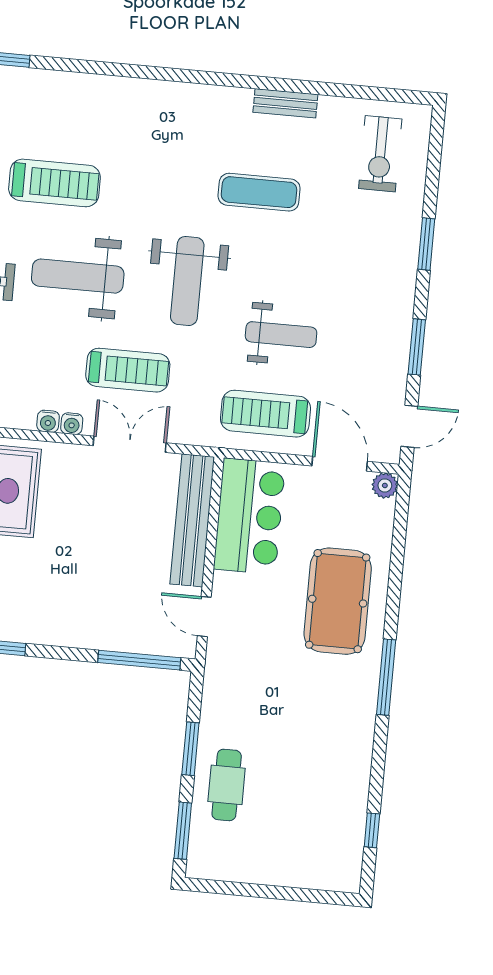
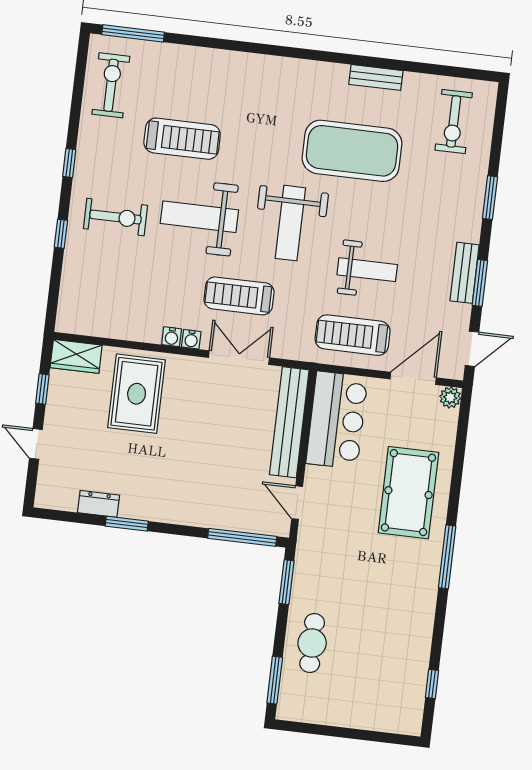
exercise mat: (259, 192) -> (352, 151), width x2.00, depth x1.45
bench: (398, 335) -> (465, 273), added
treadmill: (128, 370) -> (239, 296), turned 180
door: (340, 464) -> (413, 378), hinge flipped
window: (190, 749) -> (286, 582), moved

